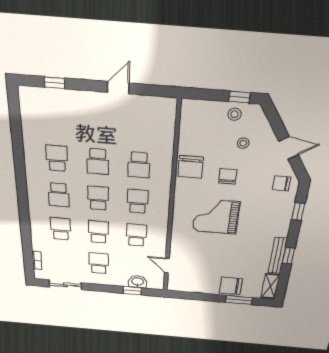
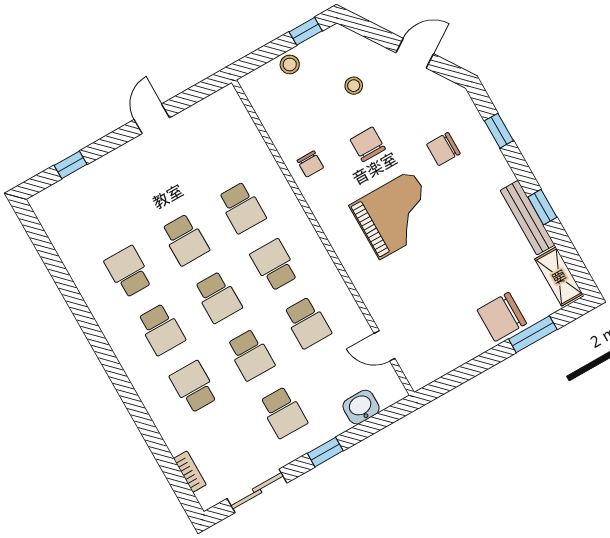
stool: (235, 114) -> (290, 64), moved
chair: (190, 167) -> (310, 164), width x0.54, depth x0.54
chair: (281, 183) -> (443, 149), moved
school desk: (98, 198) -> (218, 297), turned 180
grand piano: (216, 216) -> (396, 215), turned 180
school desk: (98, 232) -> (250, 355), turned 180
school desk: (136, 235) -> (307, 323), turned 180
school desk: (99, 263) -> (283, 412), turned 180
window: (132, 291) -> (325, 452), moved

